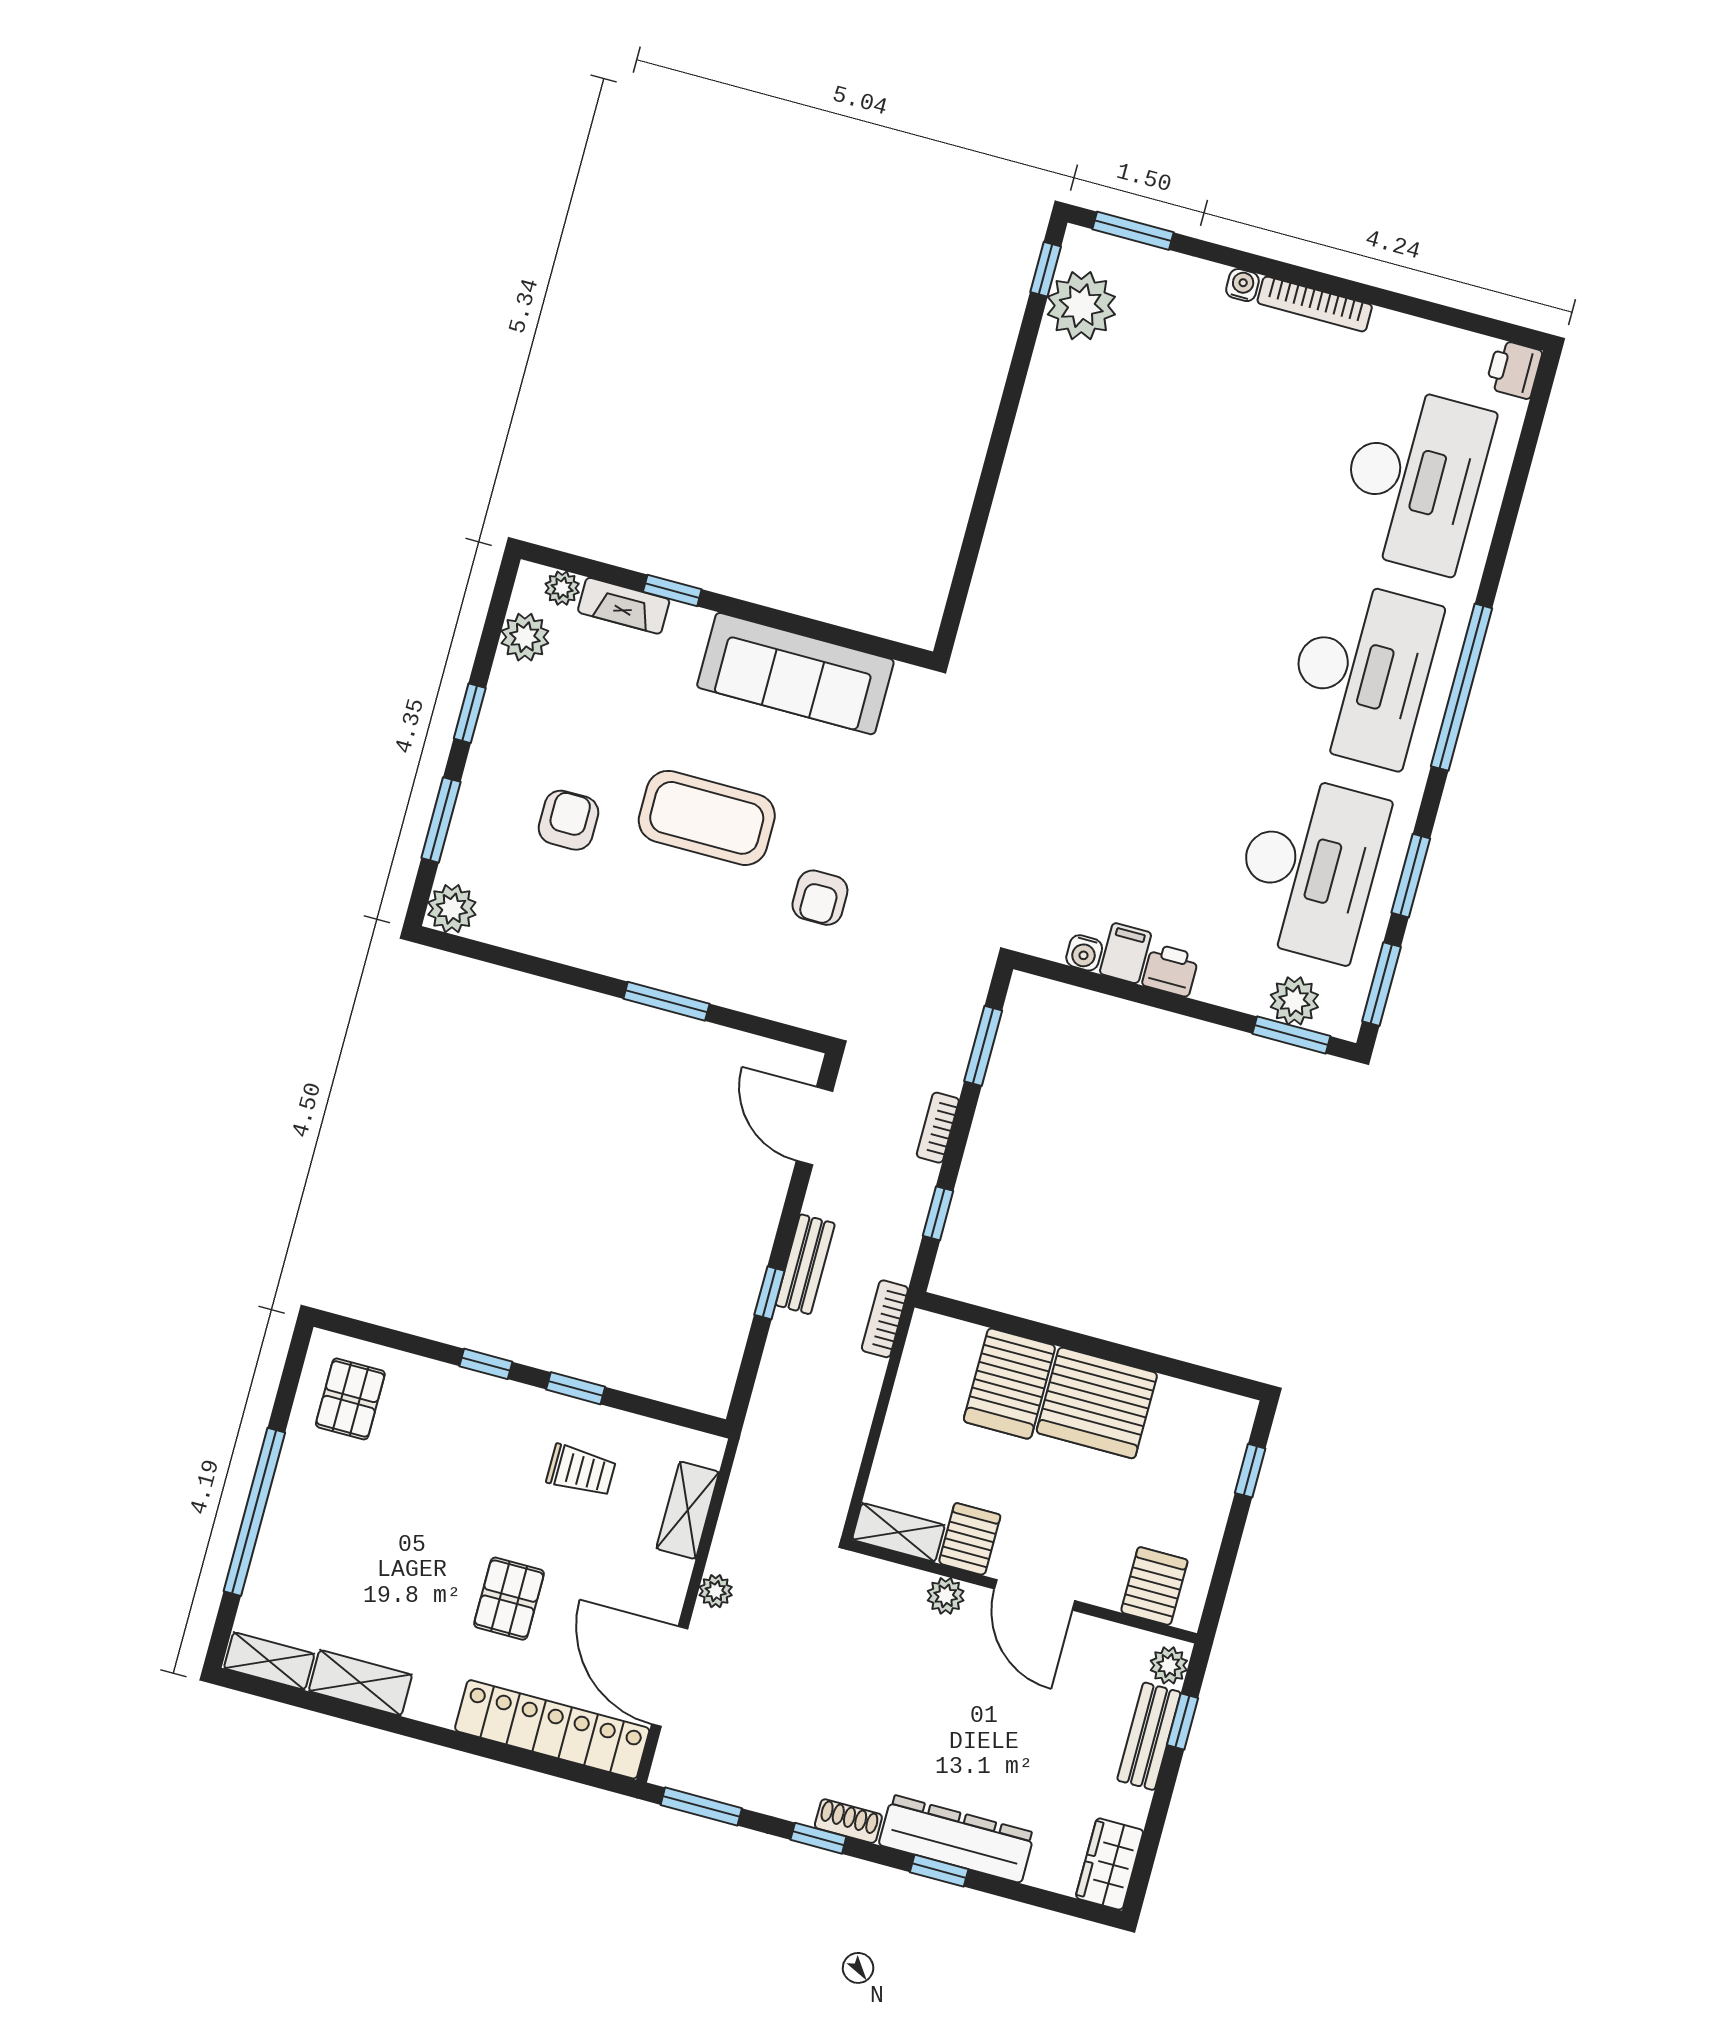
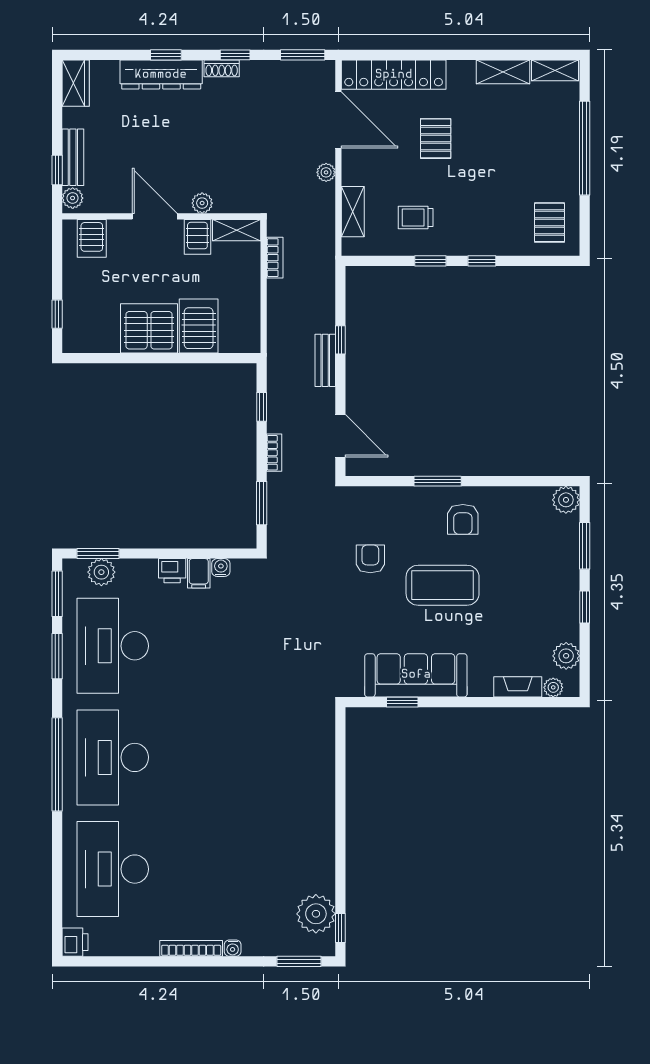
window: (672, 590) -> (402, 702), moved
armchair: (568, 820) -> (463, 519), moved
bookcase: (885, 1319) -> (275, 258), moved

